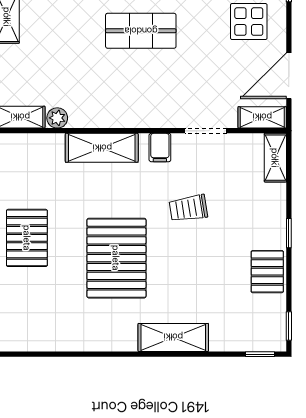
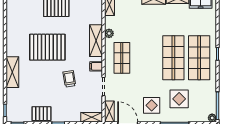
shop shelf: (141, 31) -> (122, 58), moved
plant: (57, 118) -> (109, 33), moved

